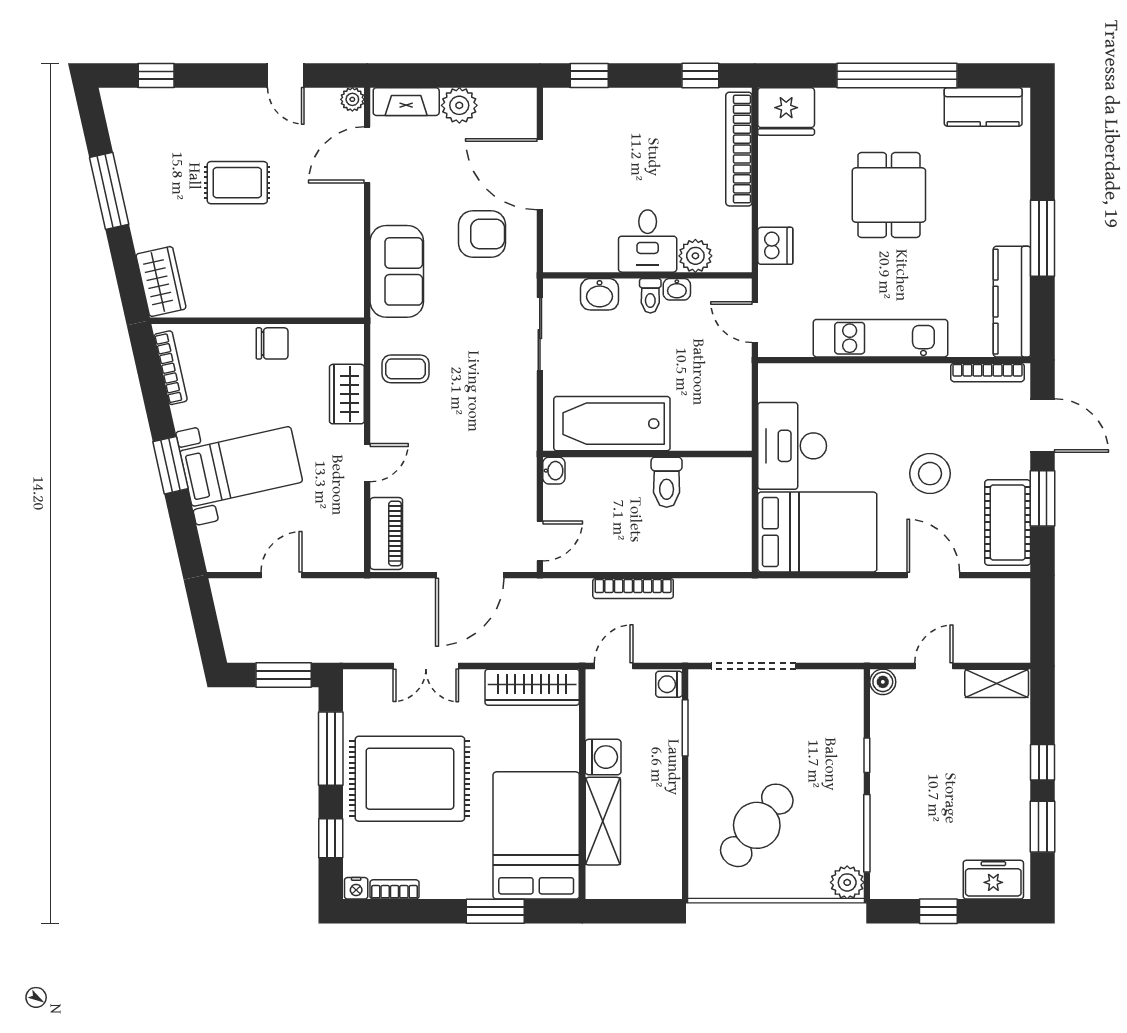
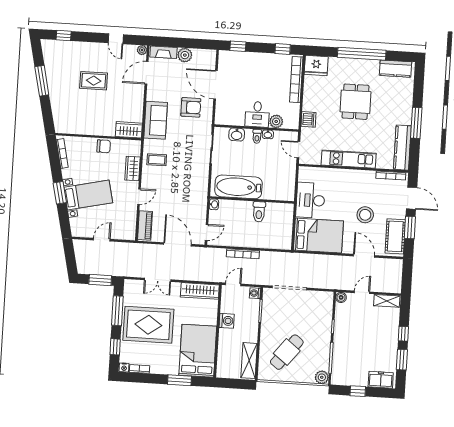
wardrobe: (161, 281) -> (129, 130), moved, turned -77
door: (470, 575) -> (177, 244), swing flipped
shelving: (603, 821) -> (249, 361), moved

